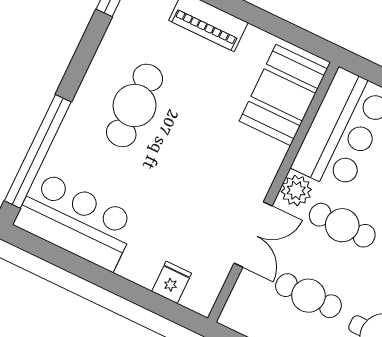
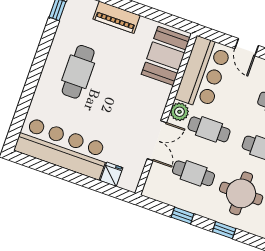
window: (38, 151) -> (24, 105), removed
bar counter: (76, 221) -> (62, 148), width x1.36

